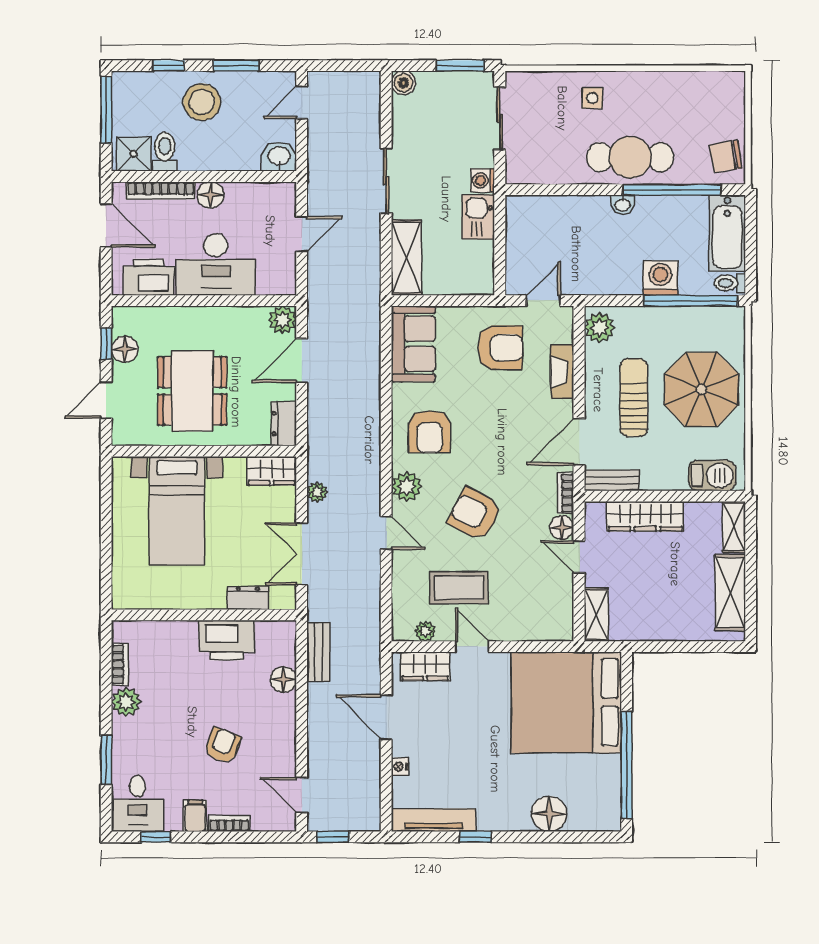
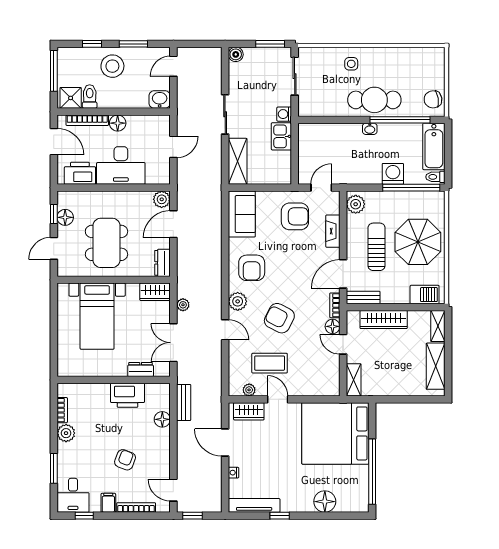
bookcase: (229, 823) -> (136, 507), width x1.56

